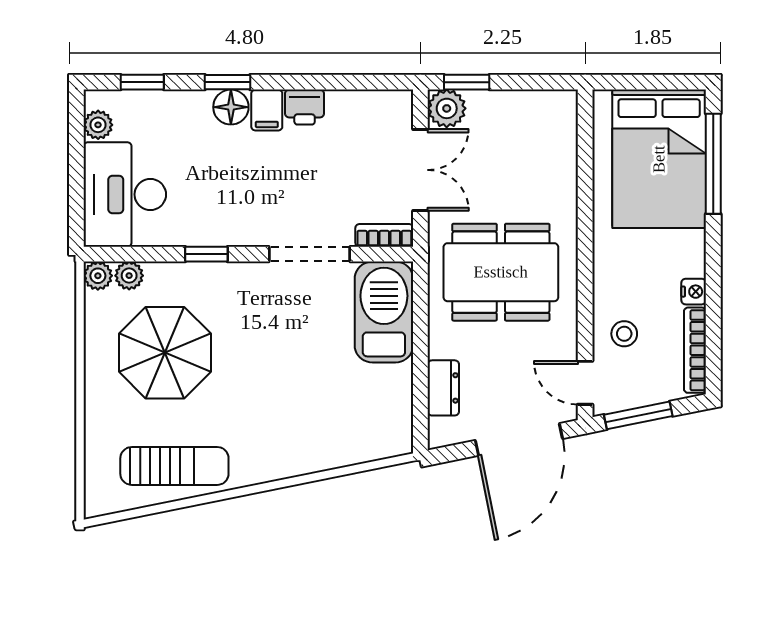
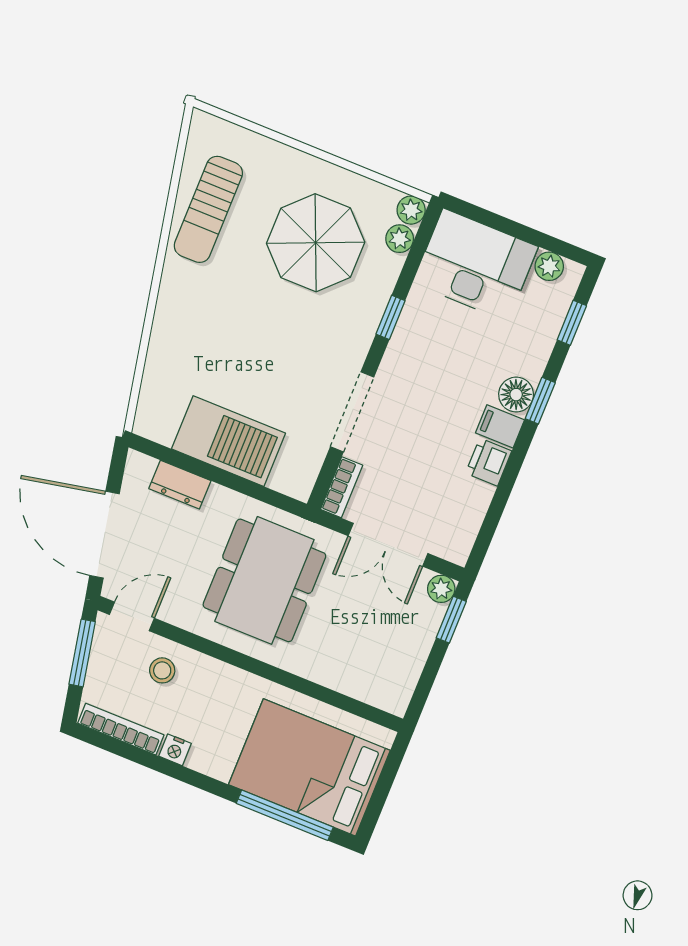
plant: (447, 108) -> (441, 589), width x0.73, depth x0.73
barbecue: (384, 312) -> (228, 441), moved

